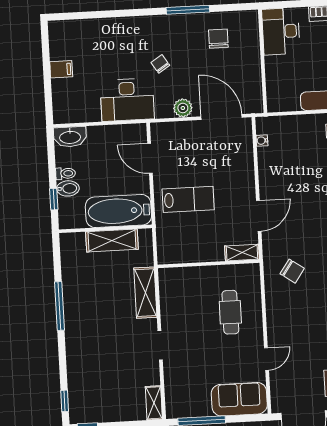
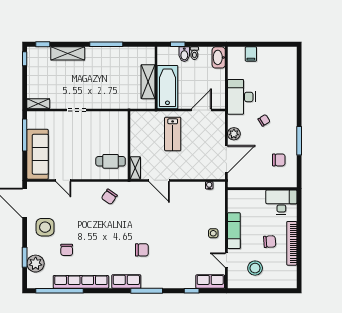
filing cabinet: (61, 69) -> (251, 54), moved
chair: (292, 271) -> (109, 197), moved
shelving: (145, 293) -> (68, 53), moved
cafe table: (230, 312) -> (111, 161), moved
sofa: (239, 399) -> (38, 154), width x1.36

